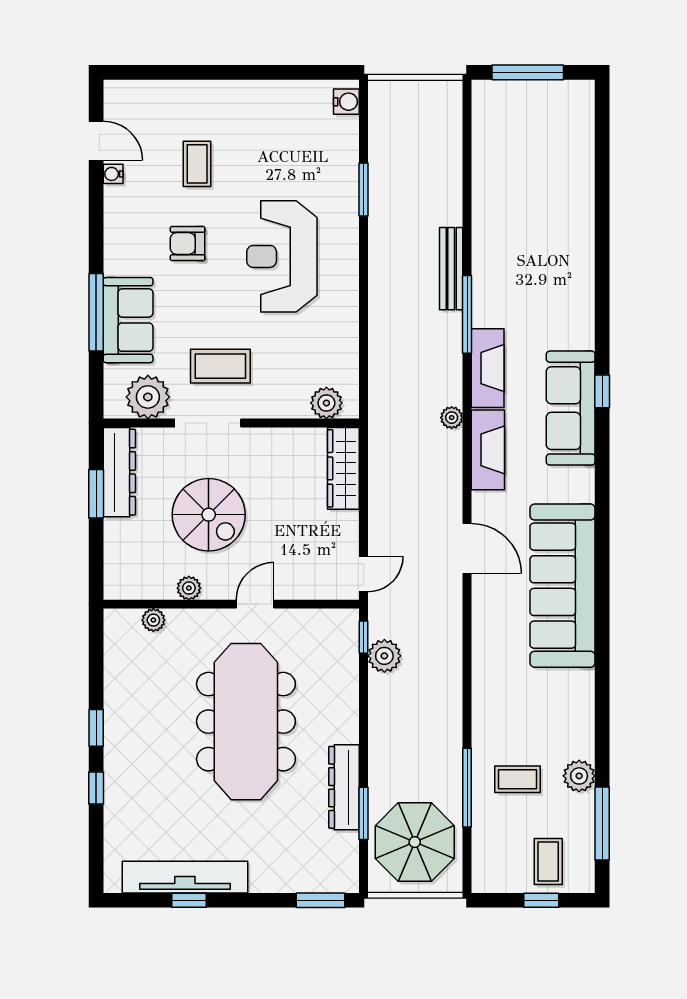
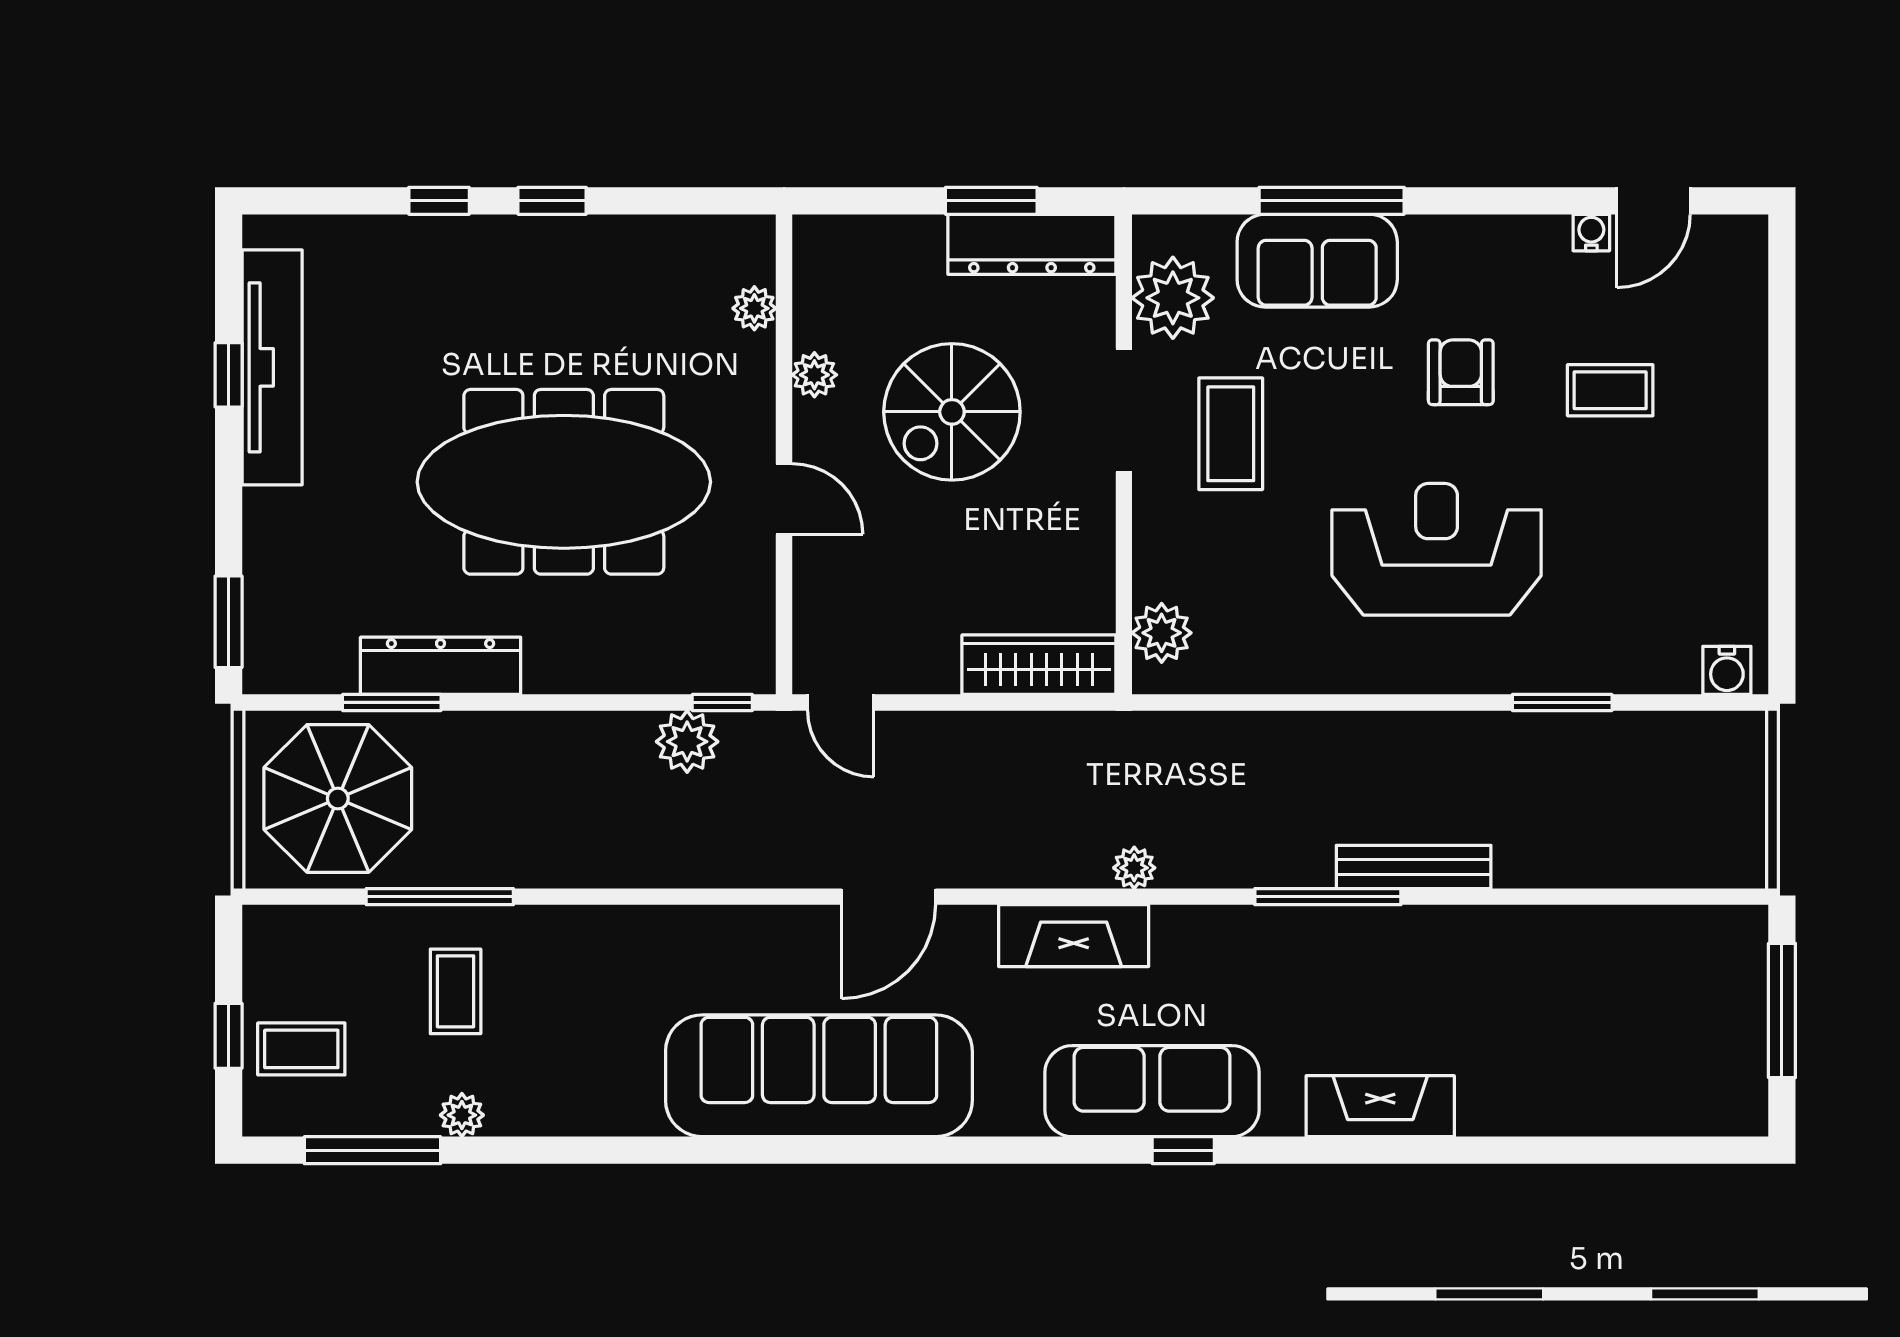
fireplace: (488, 368) -> (1380, 1106), moved, turned 180
plant: (579, 776) -> (462, 1115), width x0.73, depth x0.73

